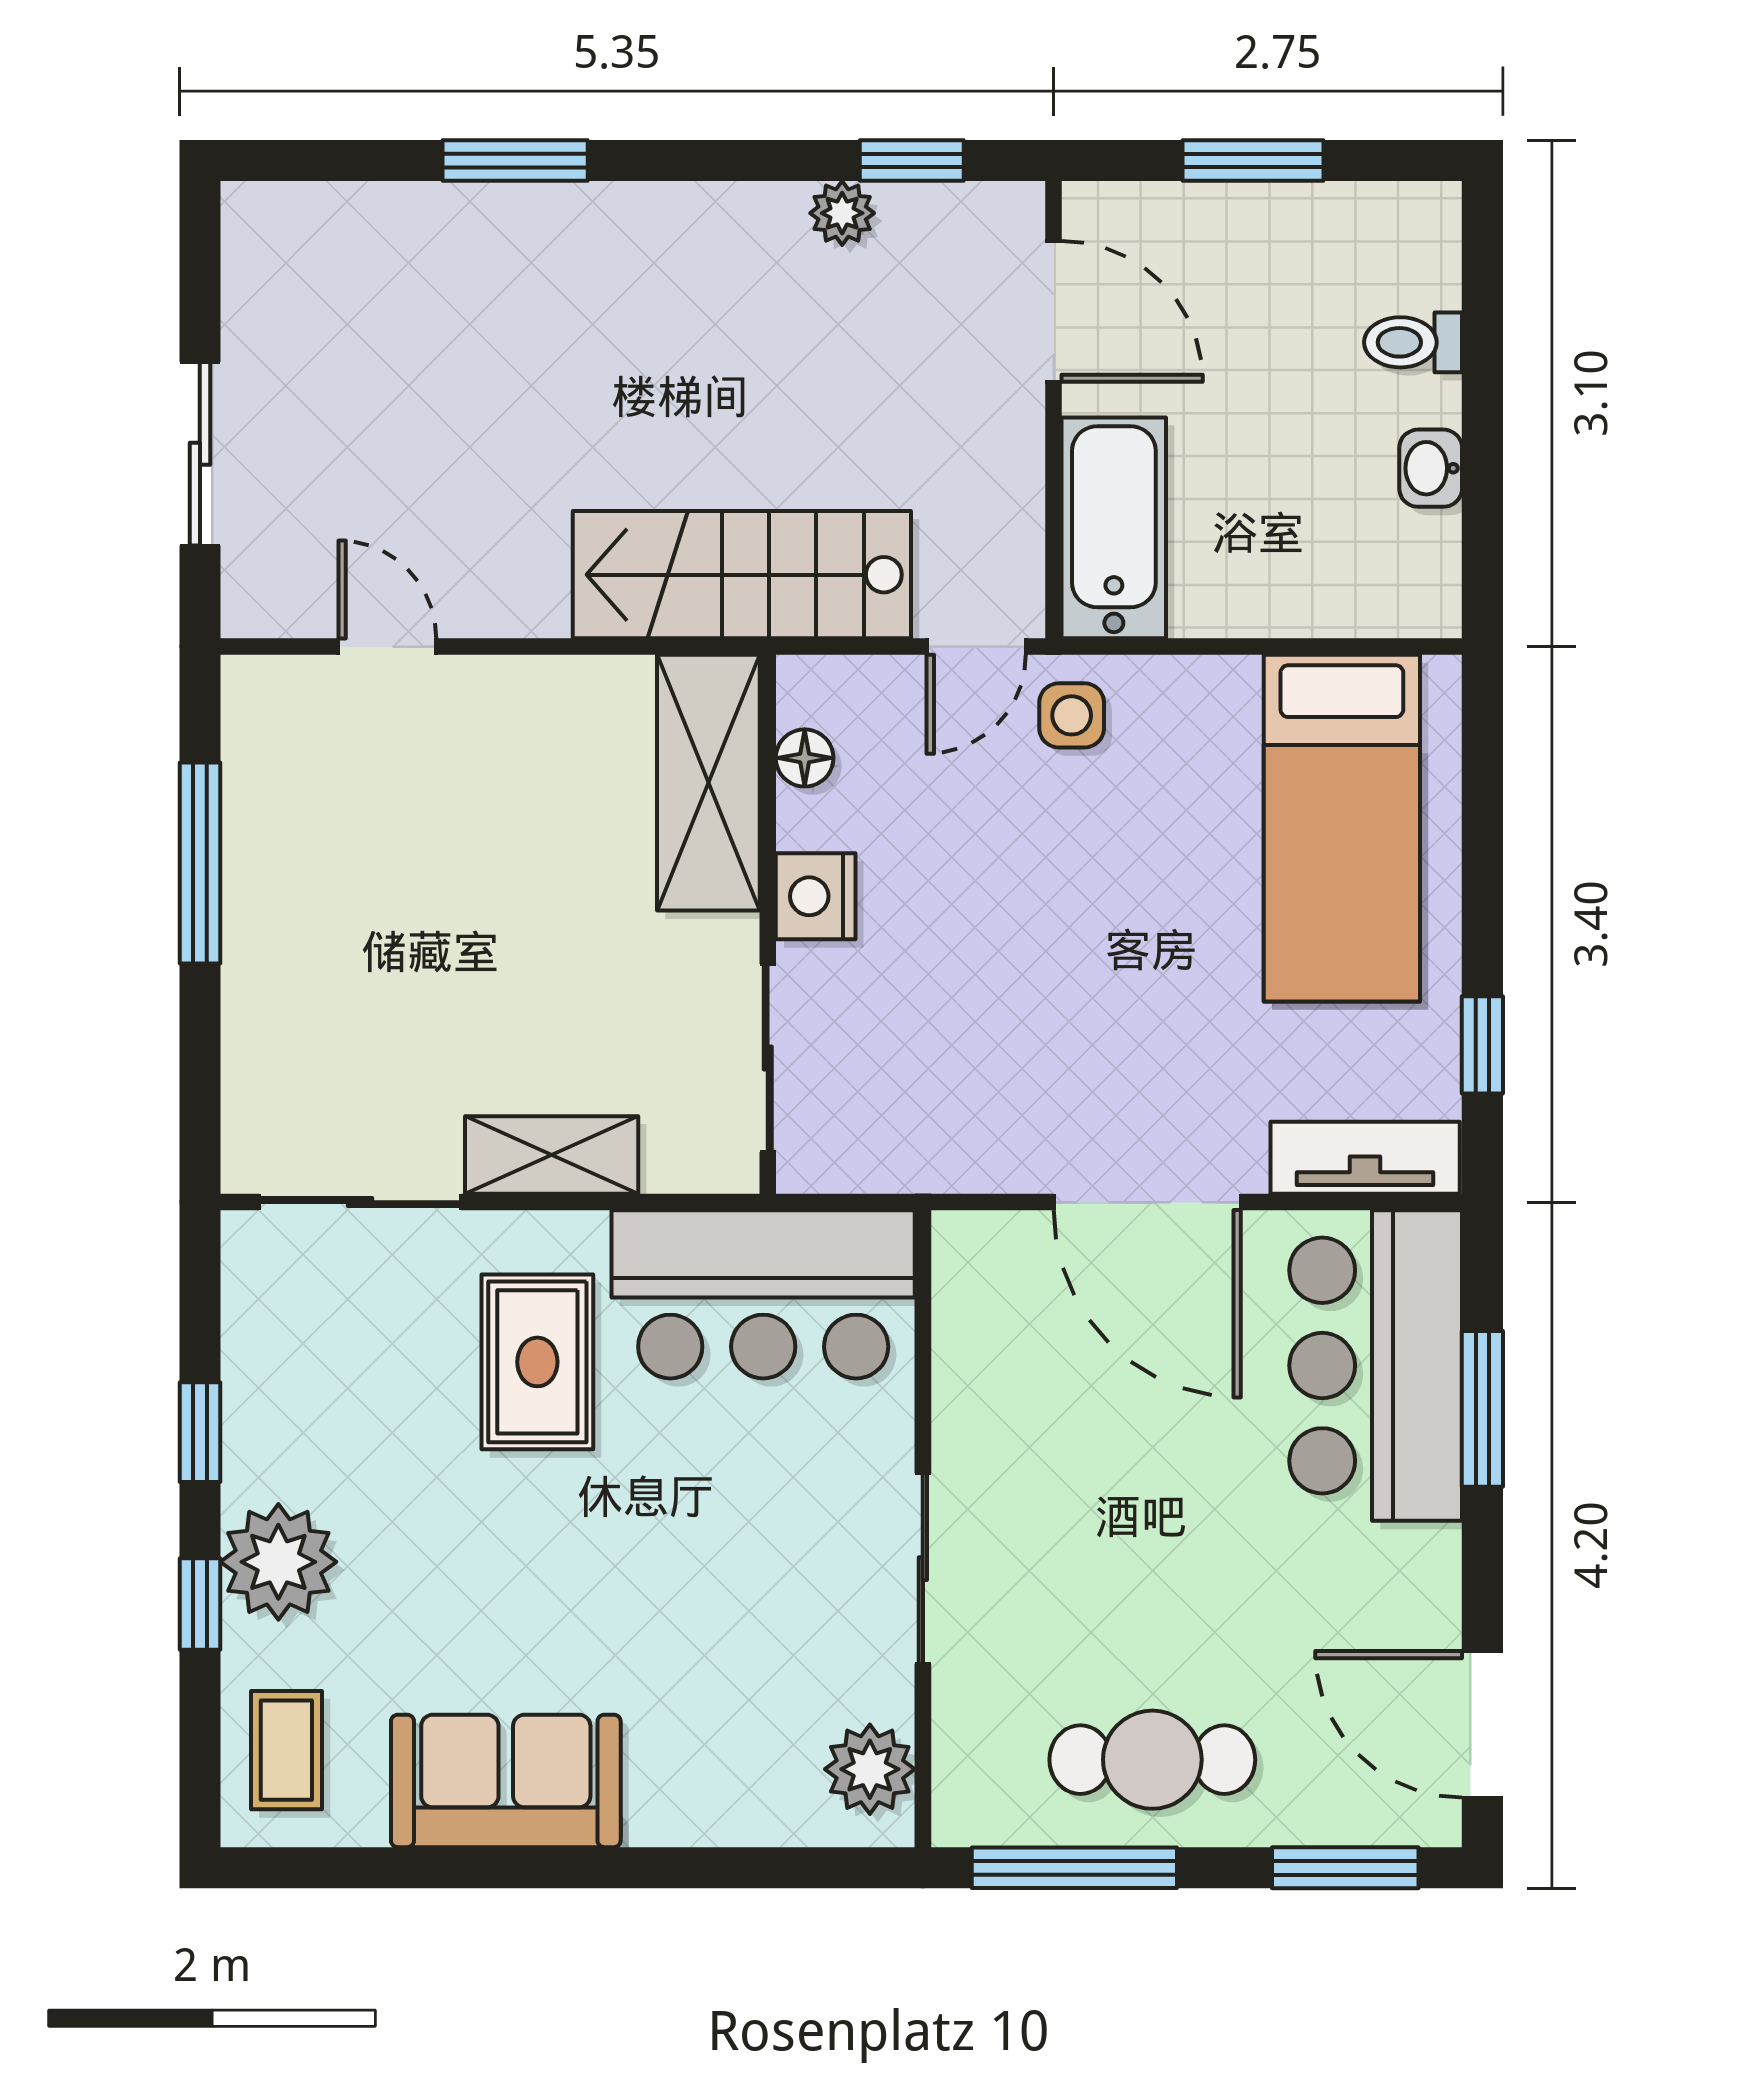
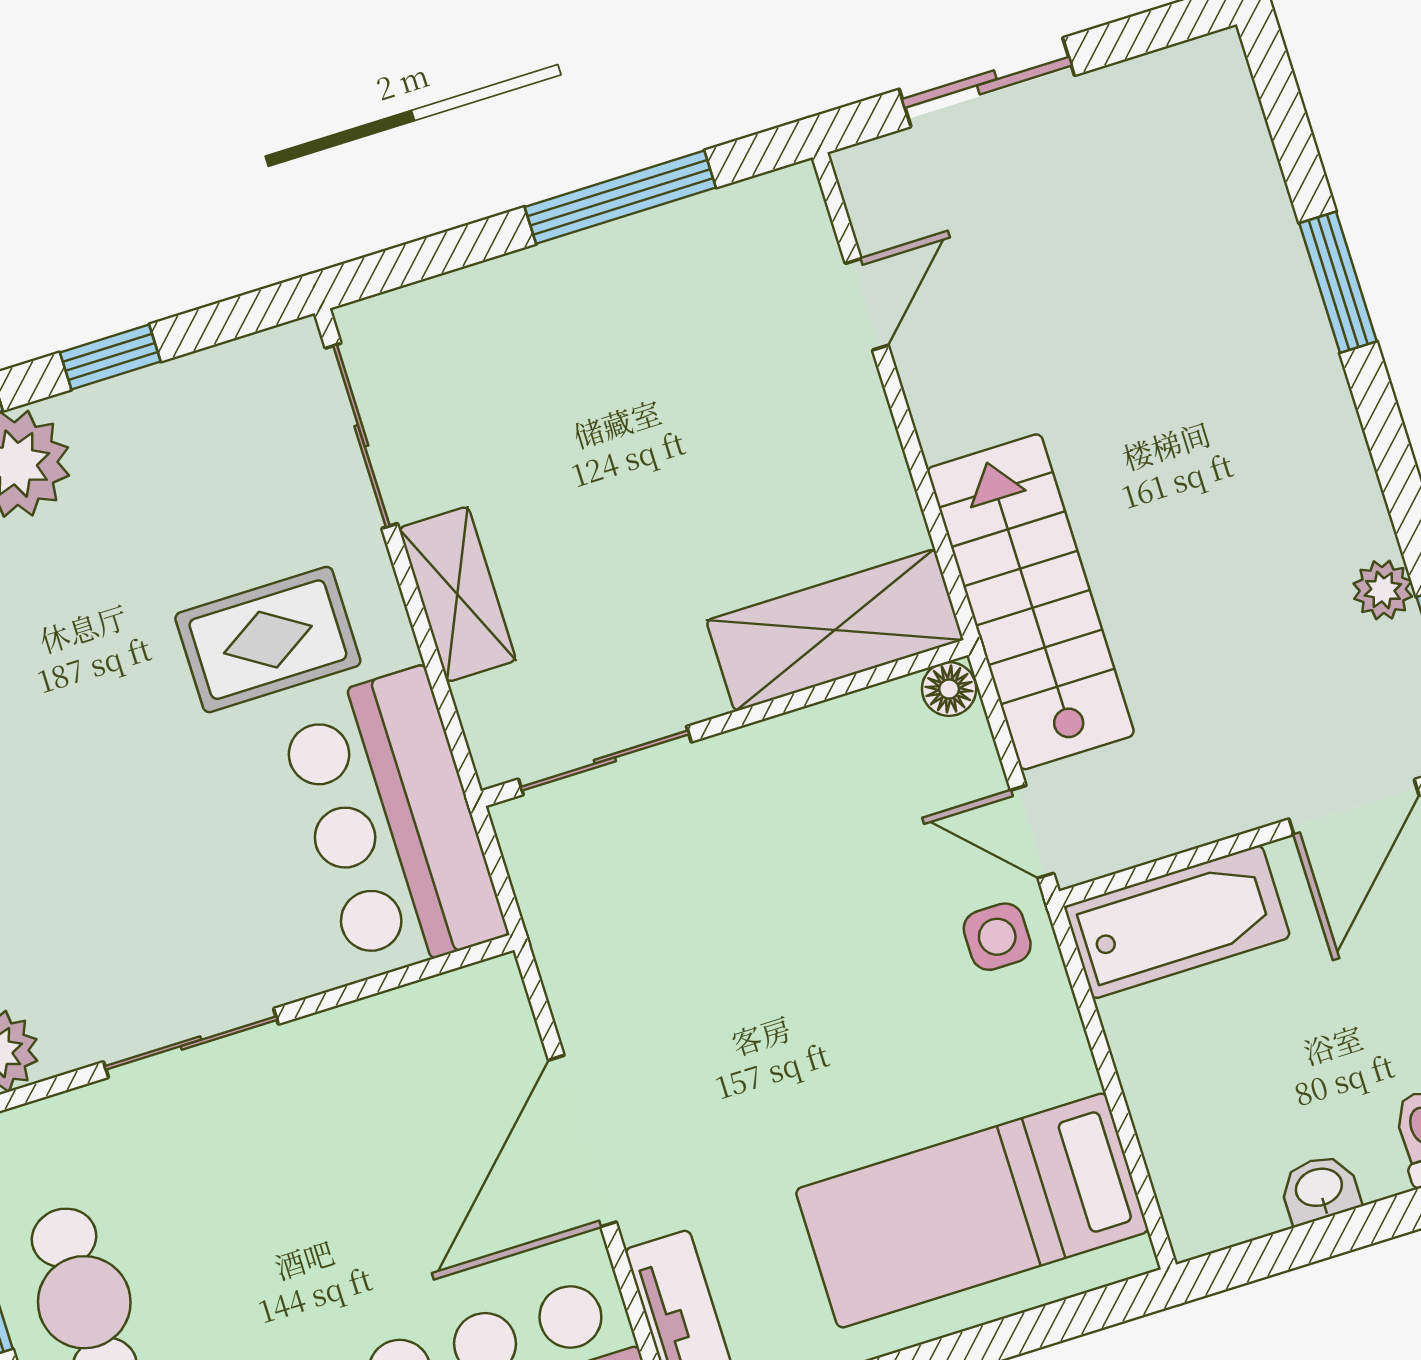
floor lamp: (805, 758) -> (949, 689), moved
nightstand: (816, 896) -> (763, 758), removed

